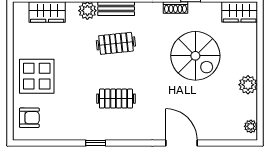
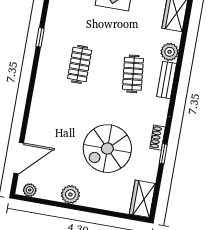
door: (181, 143) -> (19, 158), moved

